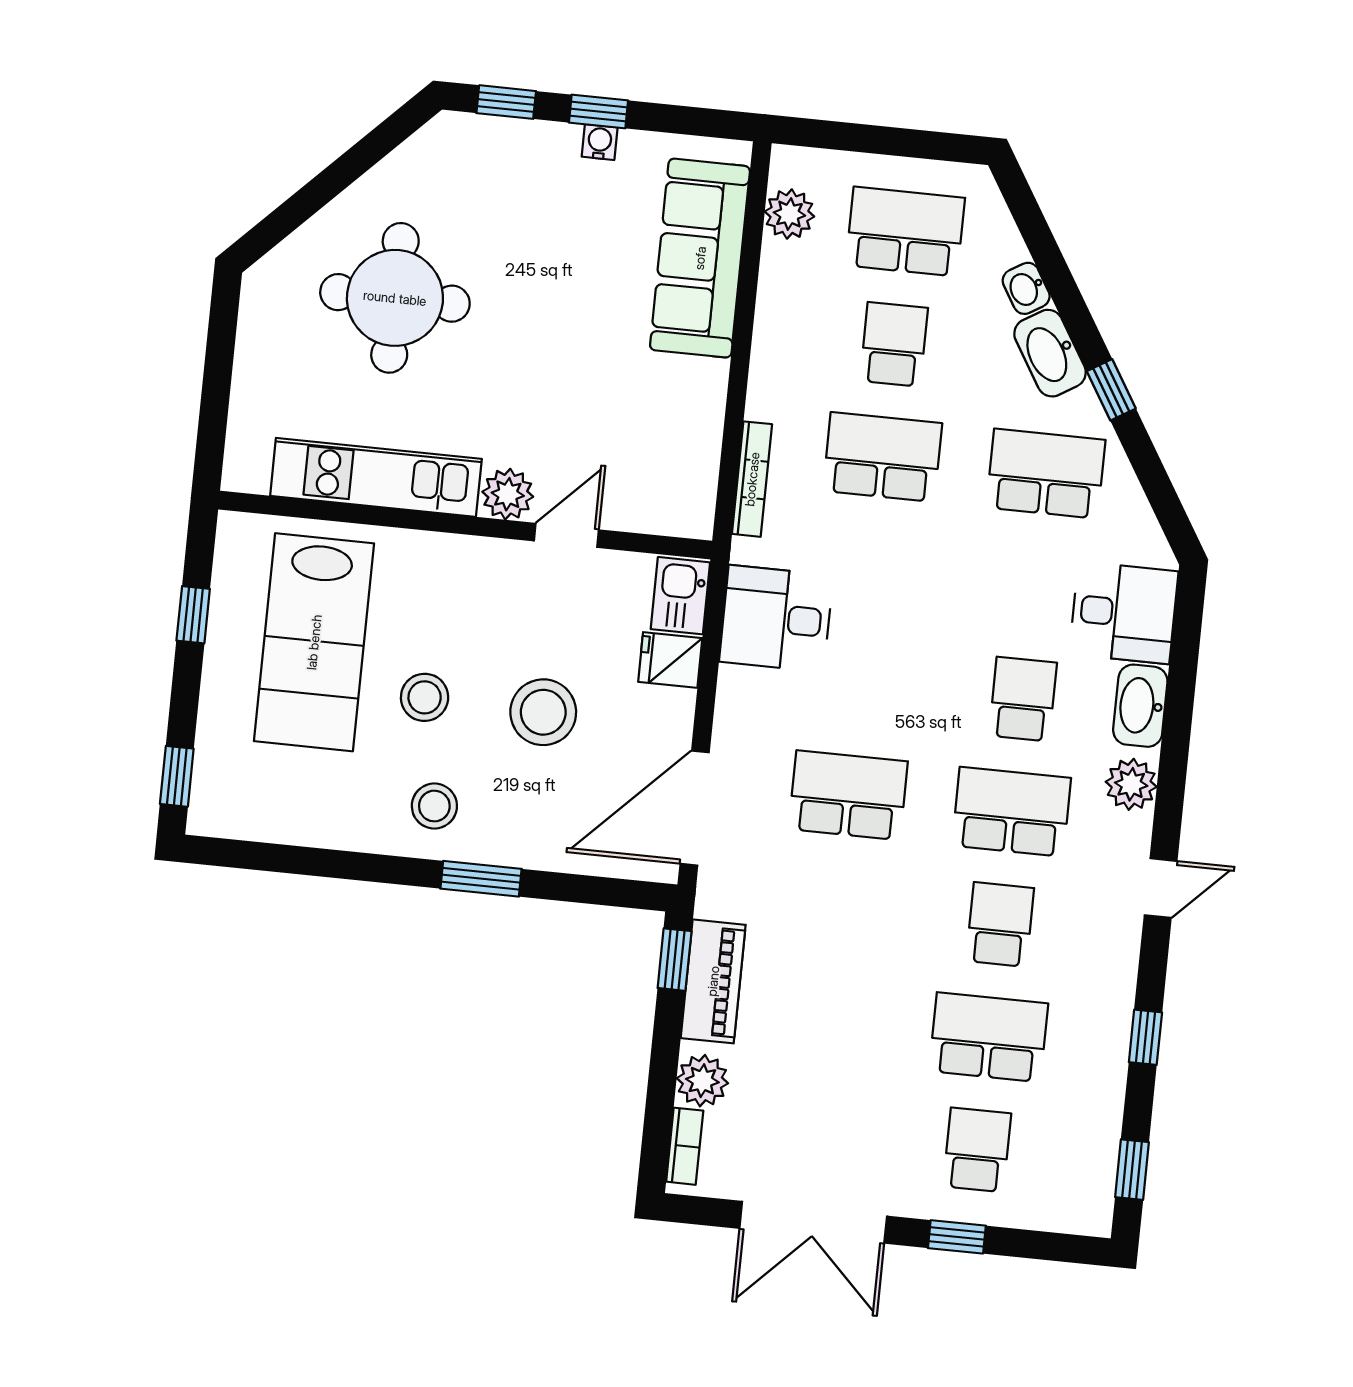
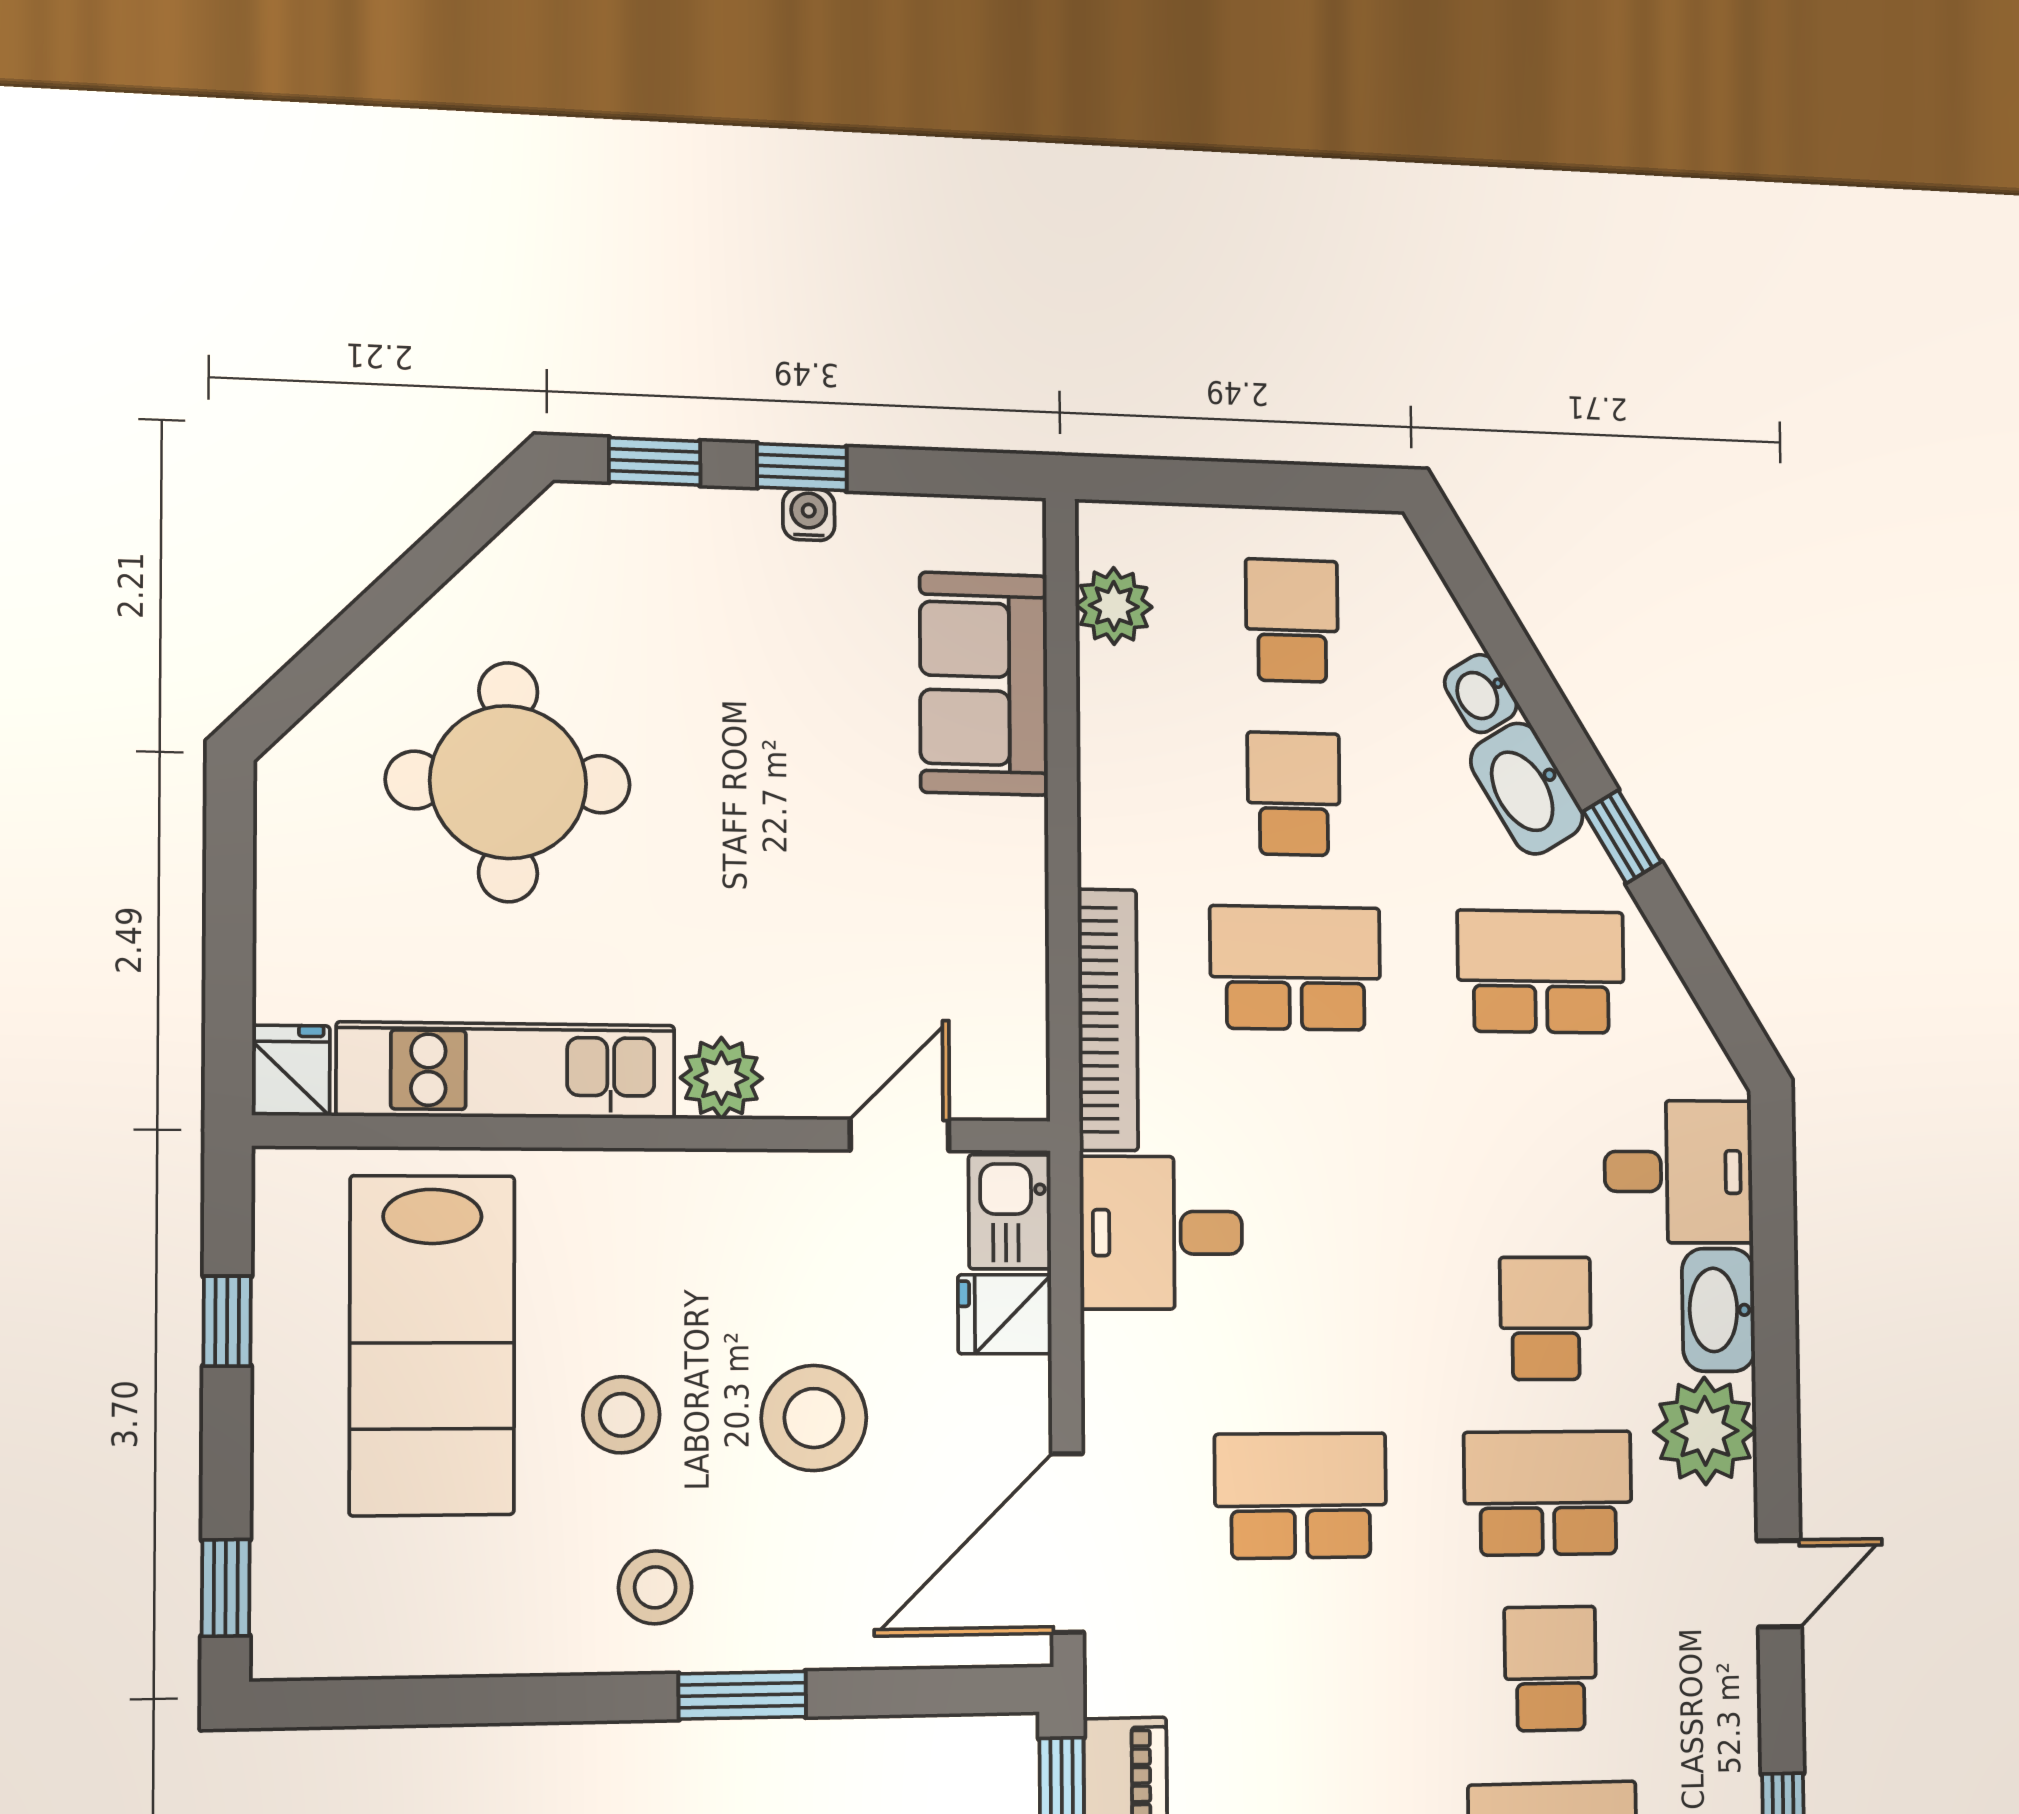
school desk: (905, 232) -> (1292, 621), width x0.54
sofa: (700, 258) -> (984, 684), width x0.73
fridge: (246, 465) -> (291, 1071), added
bookcase: (752, 479) -> (1108, 1020), width x1.48, depth x1.31
door: (566, 535) -> (900, 1135), moved
plant: (1131, 784) -> (1705, 1431), width x1.36, depth x1.36

